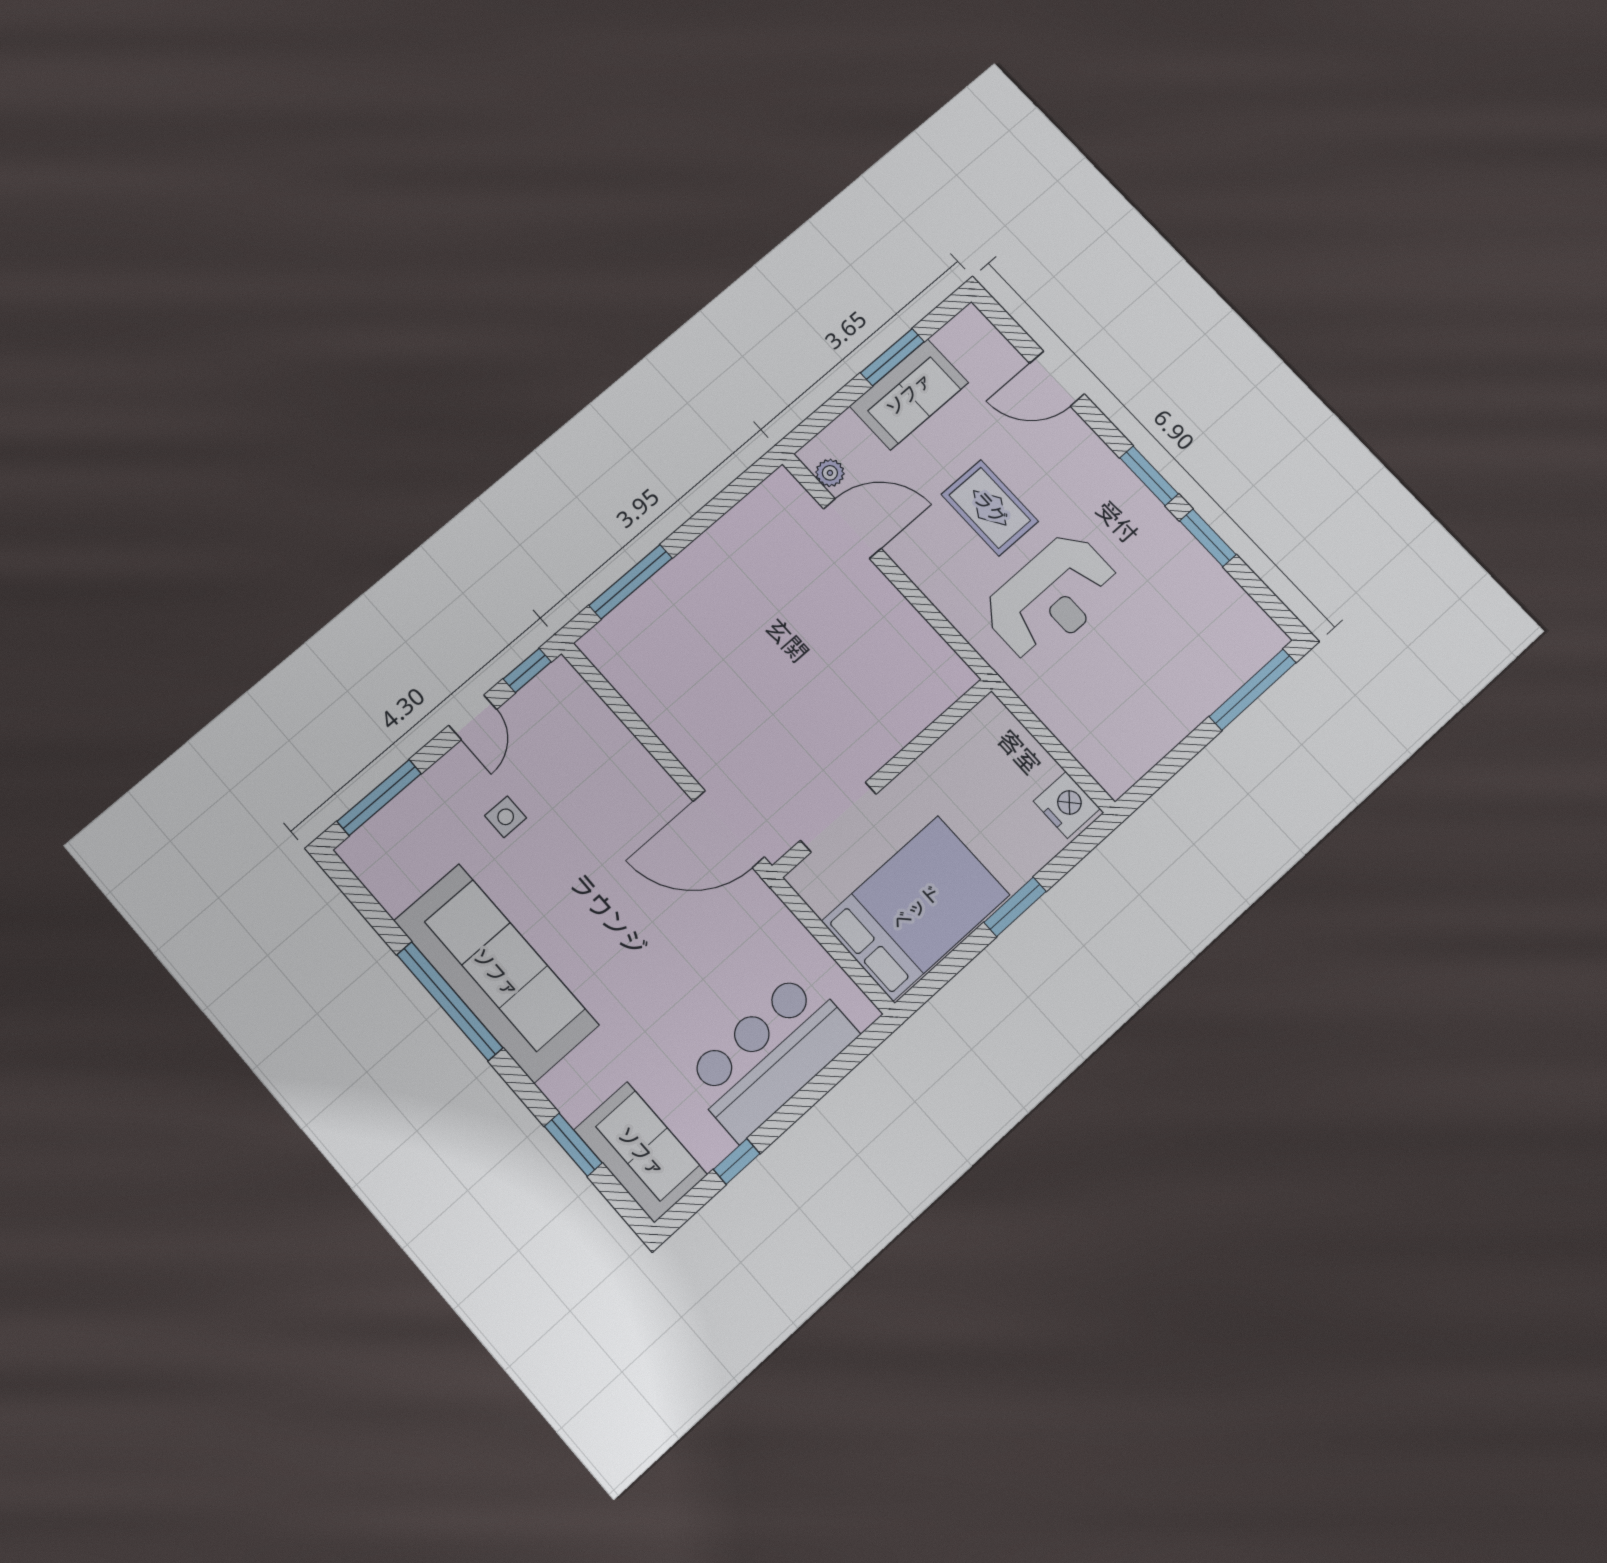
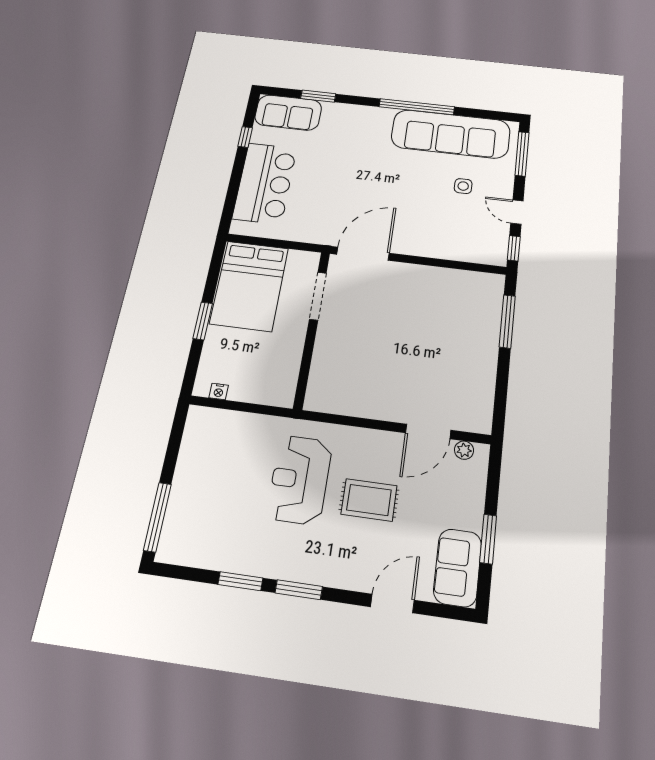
sofa: (909, 394) -> (458, 568), moved
nightstand: (1067, 805) -> (219, 391), width x0.53, depth x0.56
sofa: (496, 973) -> (451, 134), moved

